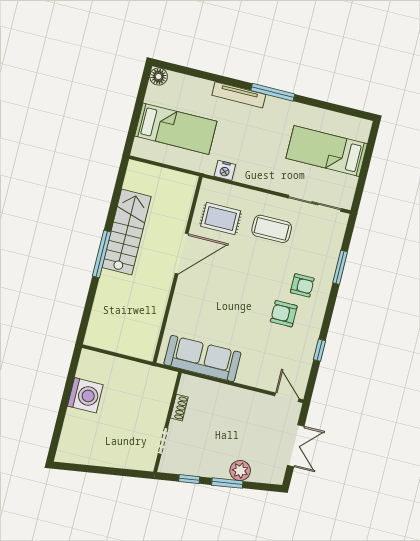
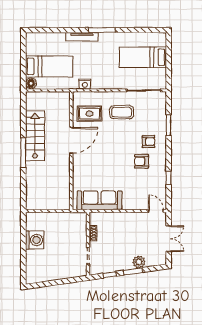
floor lamp: (159, 77) -> (31, 83), moved

